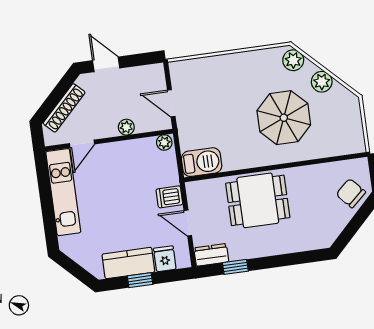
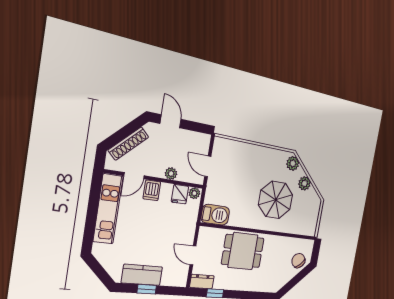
dishwasher: (169, 197) -> (152, 190), moved, turned -90
fridge: (165, 259) -> (180, 194), moved, turned 180

